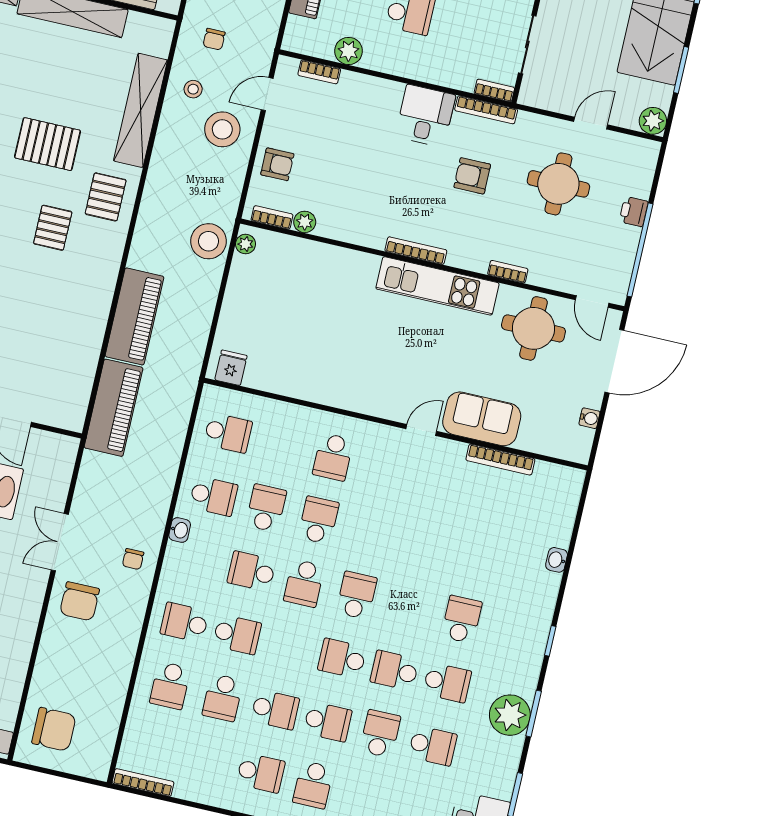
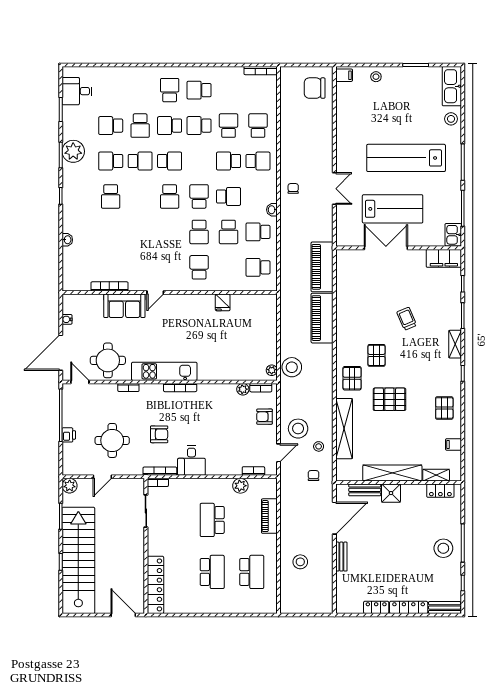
fridge: (231, 368) -> (223, 302), moved
chair: (80, 601) -> (317, 159), removed

